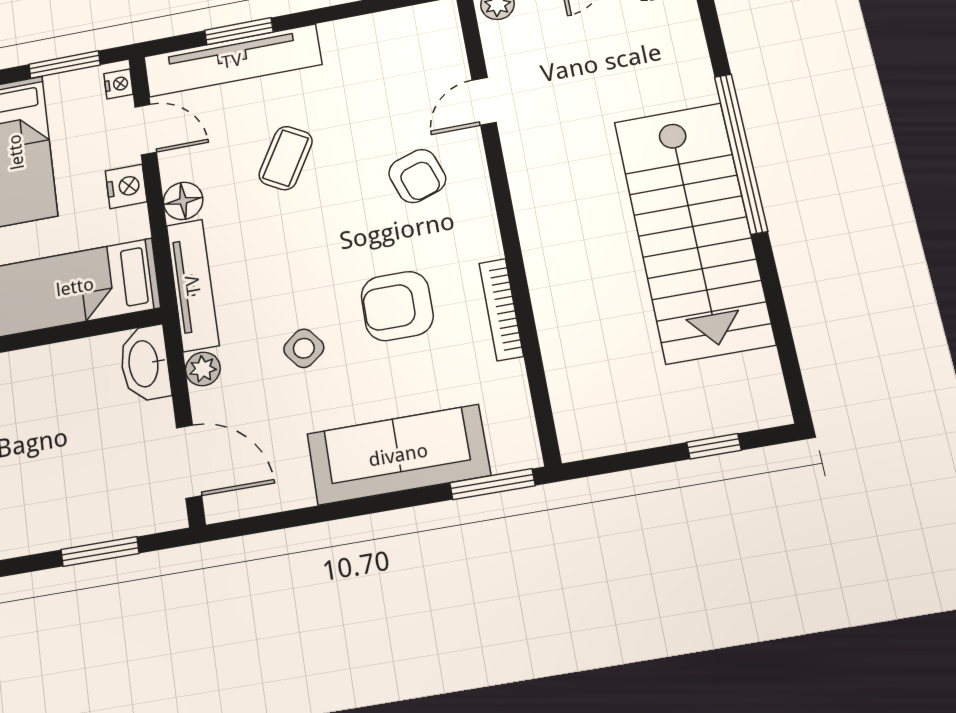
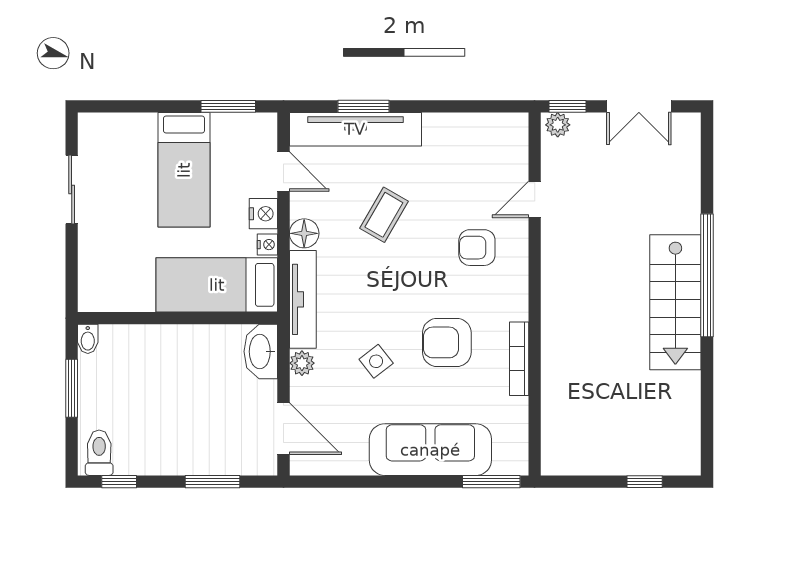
nightstand: (118, 84) -> (267, 245), moved
armchair: (417, 176) -> (477, 248), turned 109
stairs: (694, 231) -> (675, 302), width x0.73, depth x0.66

